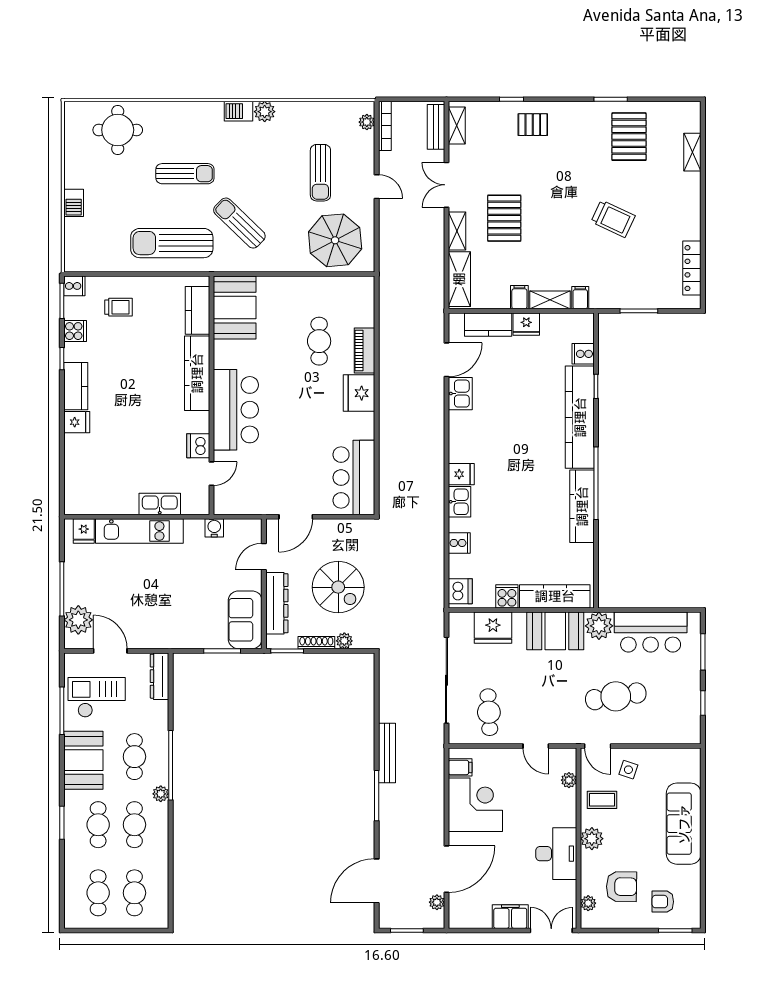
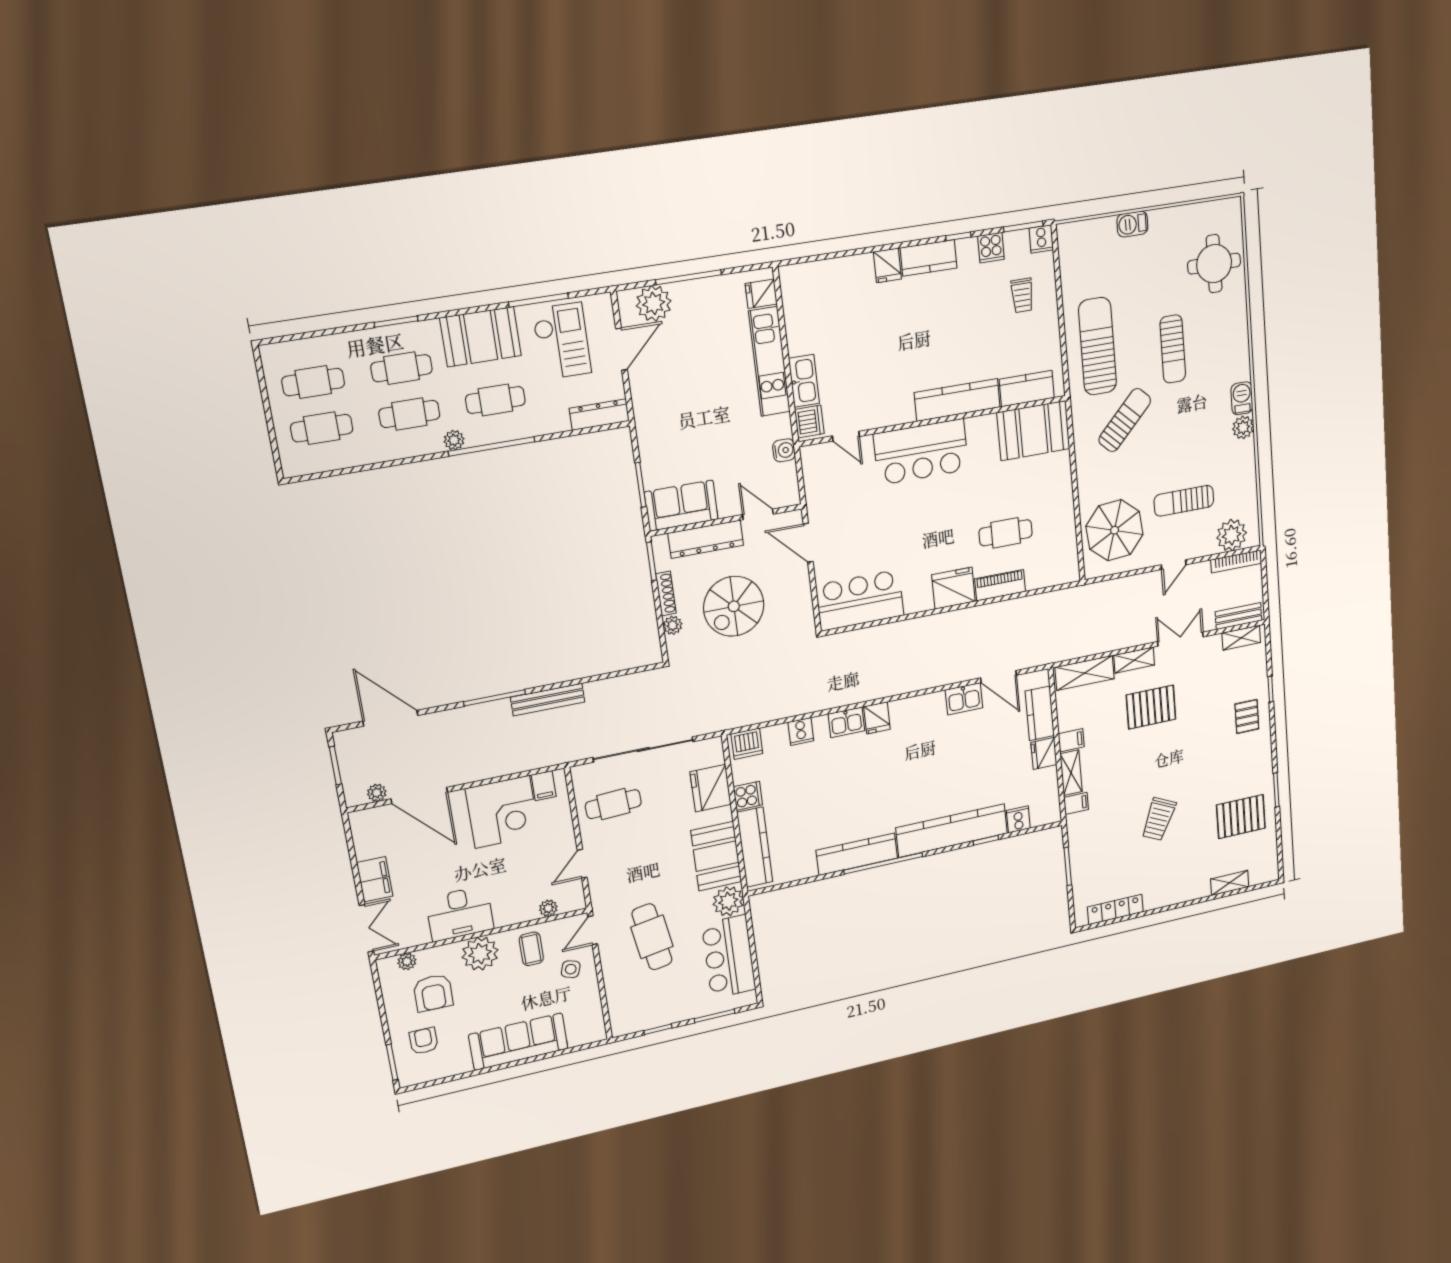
plant: (367, 122) -> (1232, 535), width x1.87, depth x1.87
dishwasher: (198, 446) -> (809, 422), moved, turned 90
plant: (592, 839) -> (480, 954), width x1.36, depth x1.36

